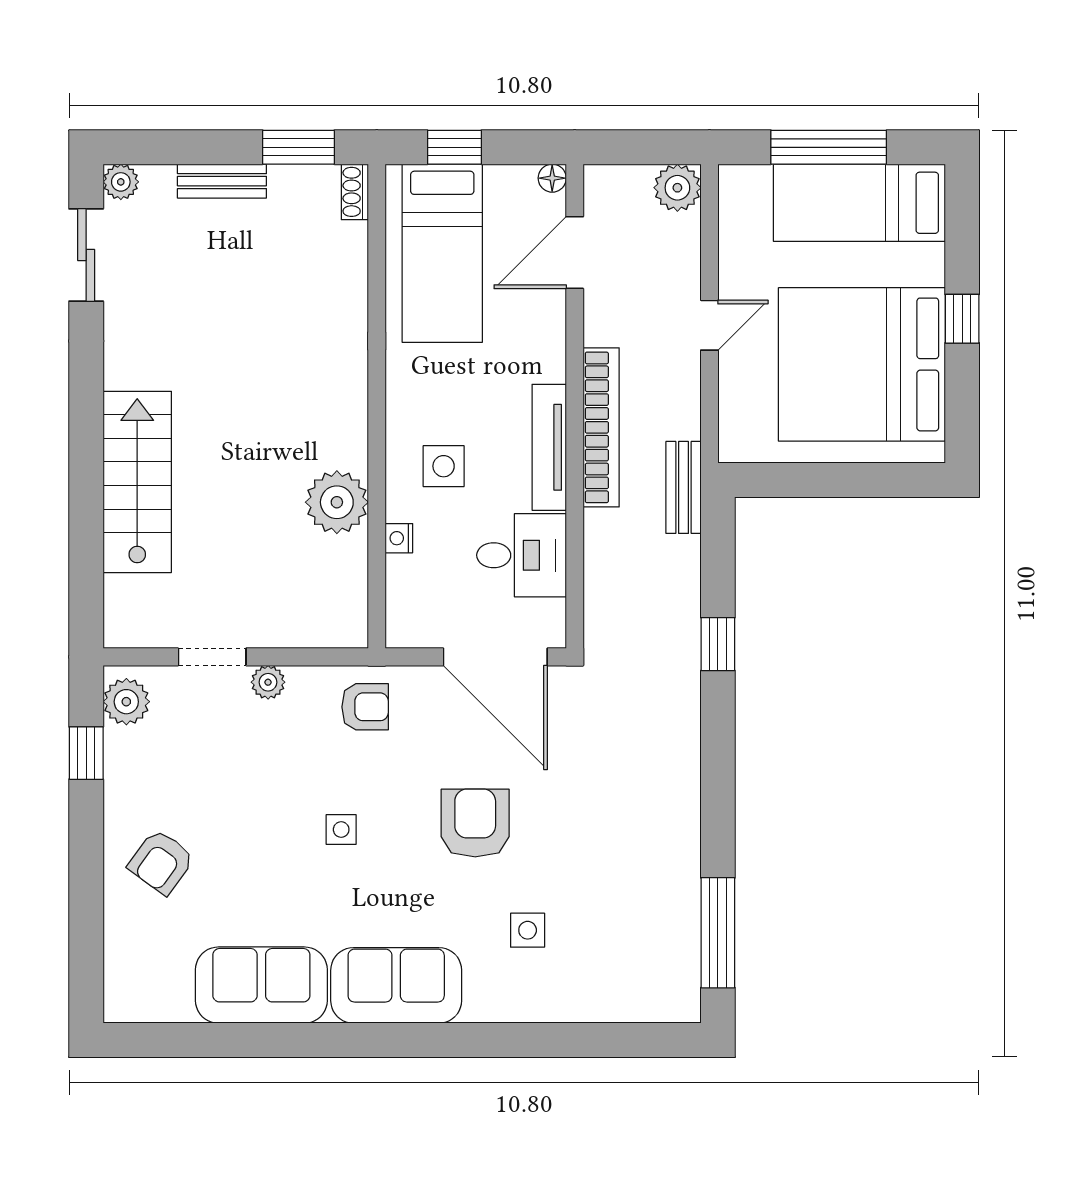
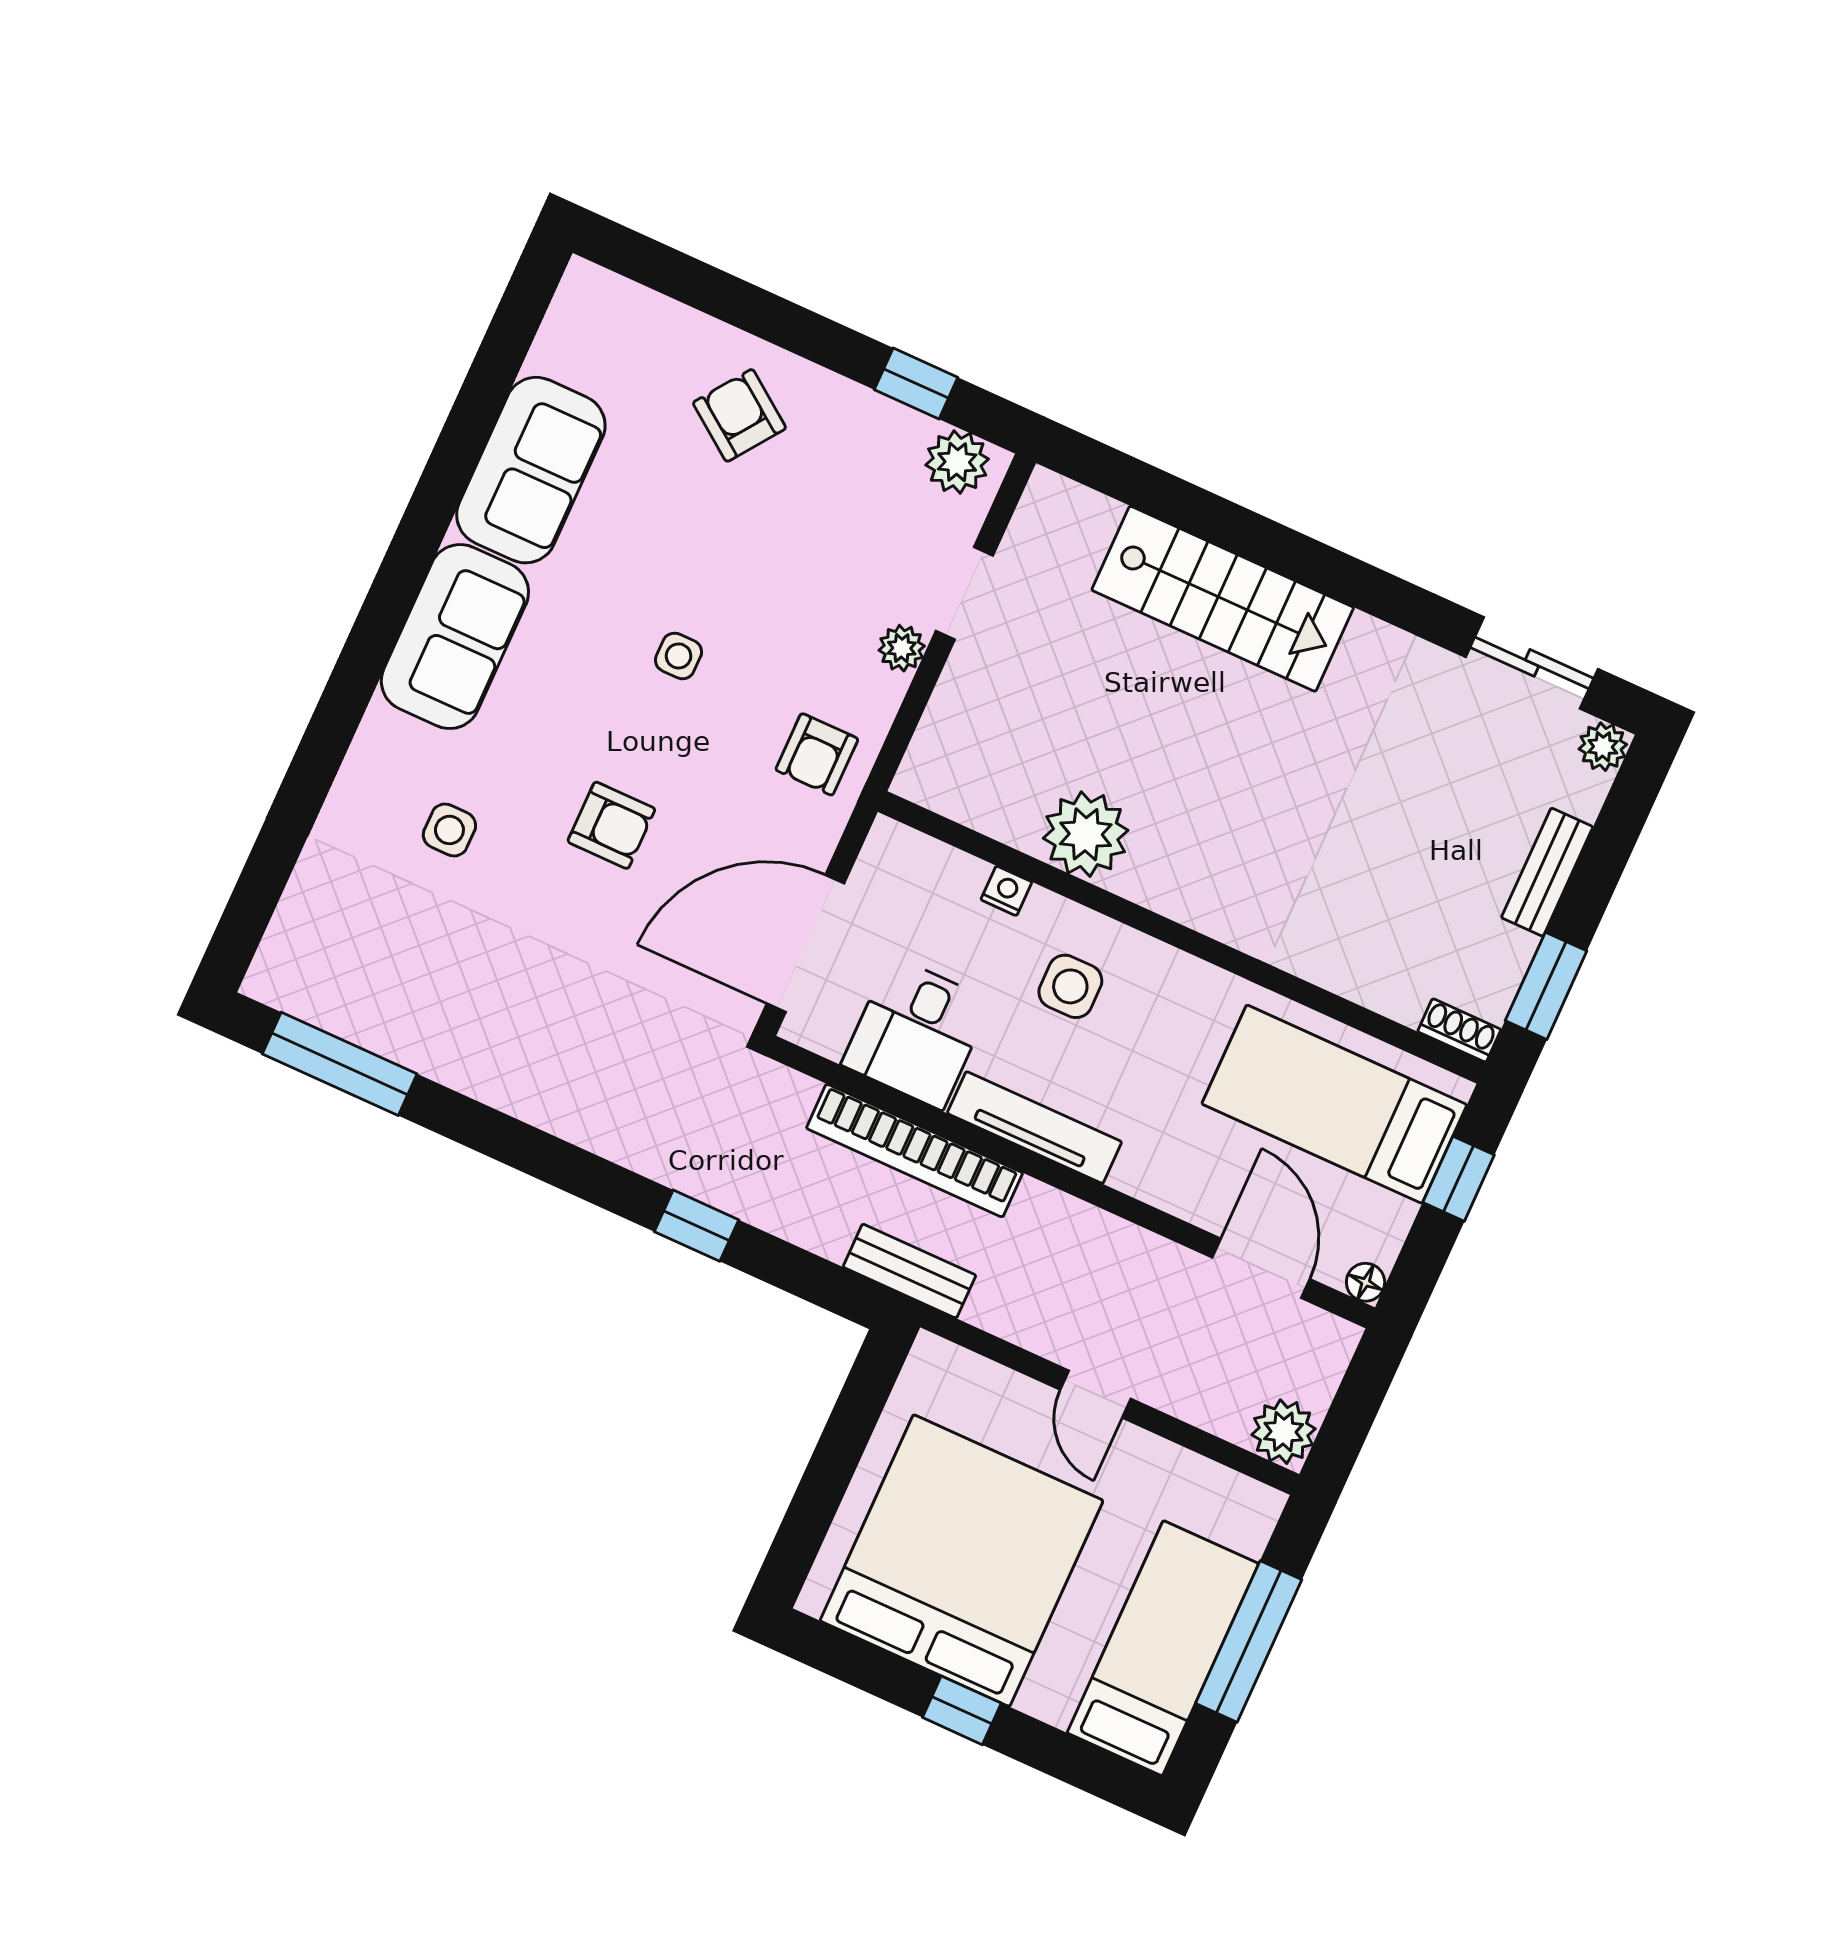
bookcase: (601, 427) -> (914, 1151), moved
armchair: (475, 823) -> (611, 825), width x0.72, depth x0.72

